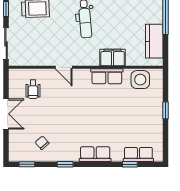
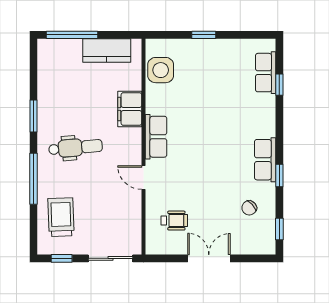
door: (64, 67) -> (143, 178), swing flipped
row of seats: (107, 76) -> (156, 137), moved
row of seats: (95, 154) -> (265, 160), moved

